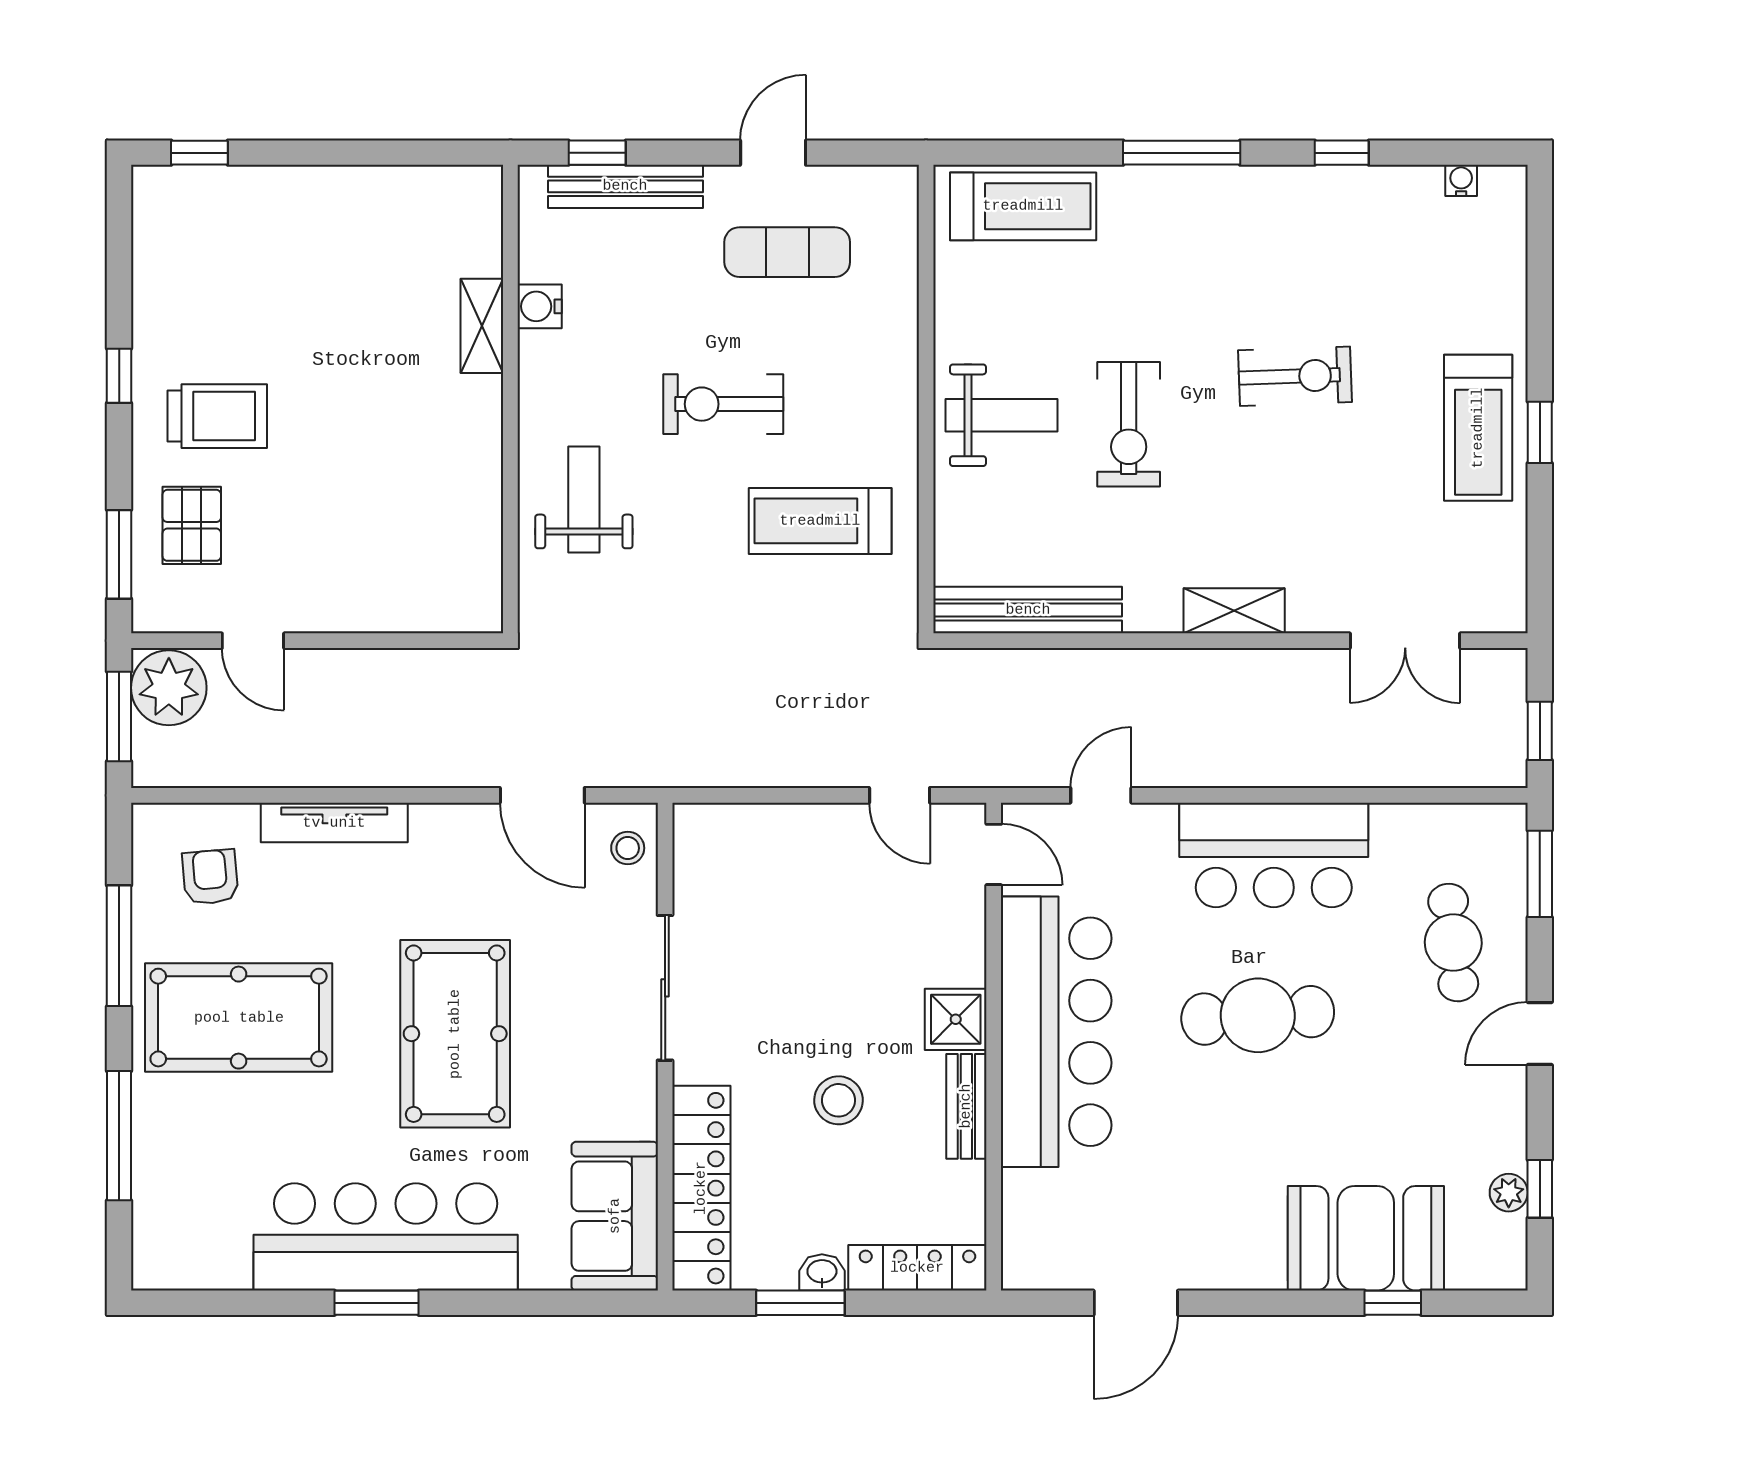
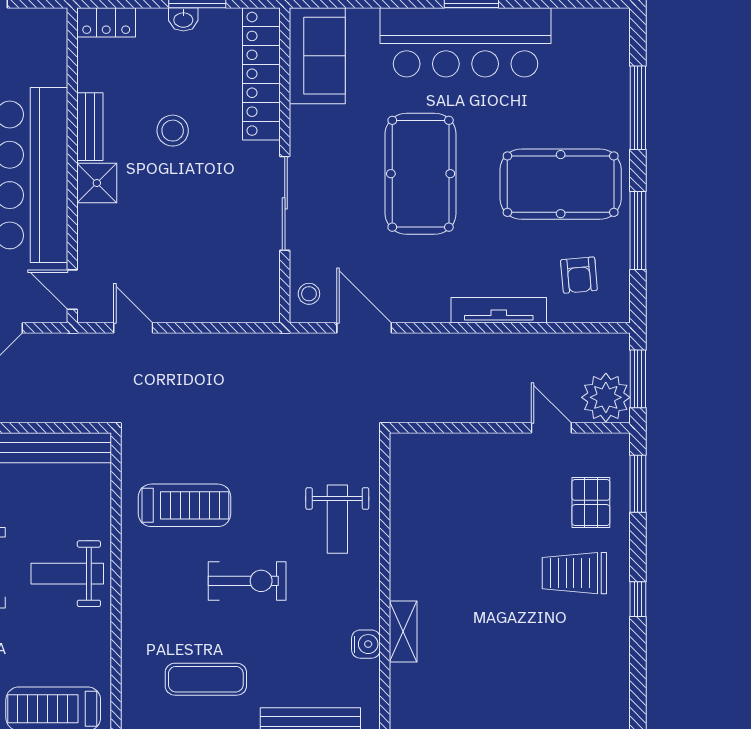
locker: (917, 1268) -> (106, 22), width x0.66

